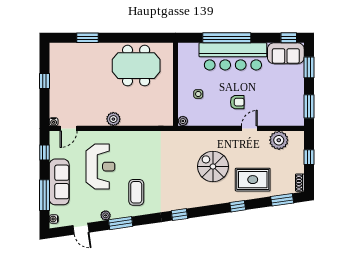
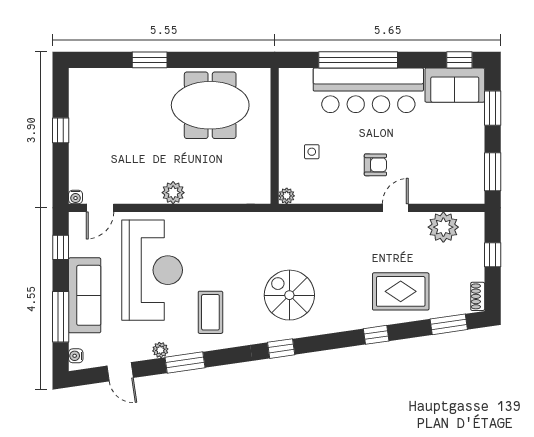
window: (88, 38) -> (150, 60), moved
spiral stairs: (213, 166) -> (289, 295), moved
reception desk: (100, 167) -> (152, 270), width x1.36, depth x1.30

